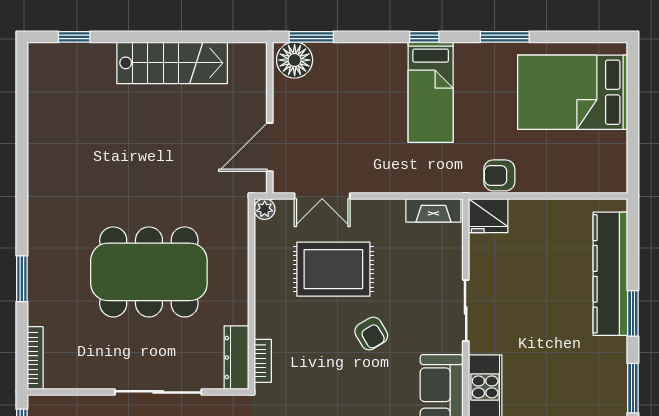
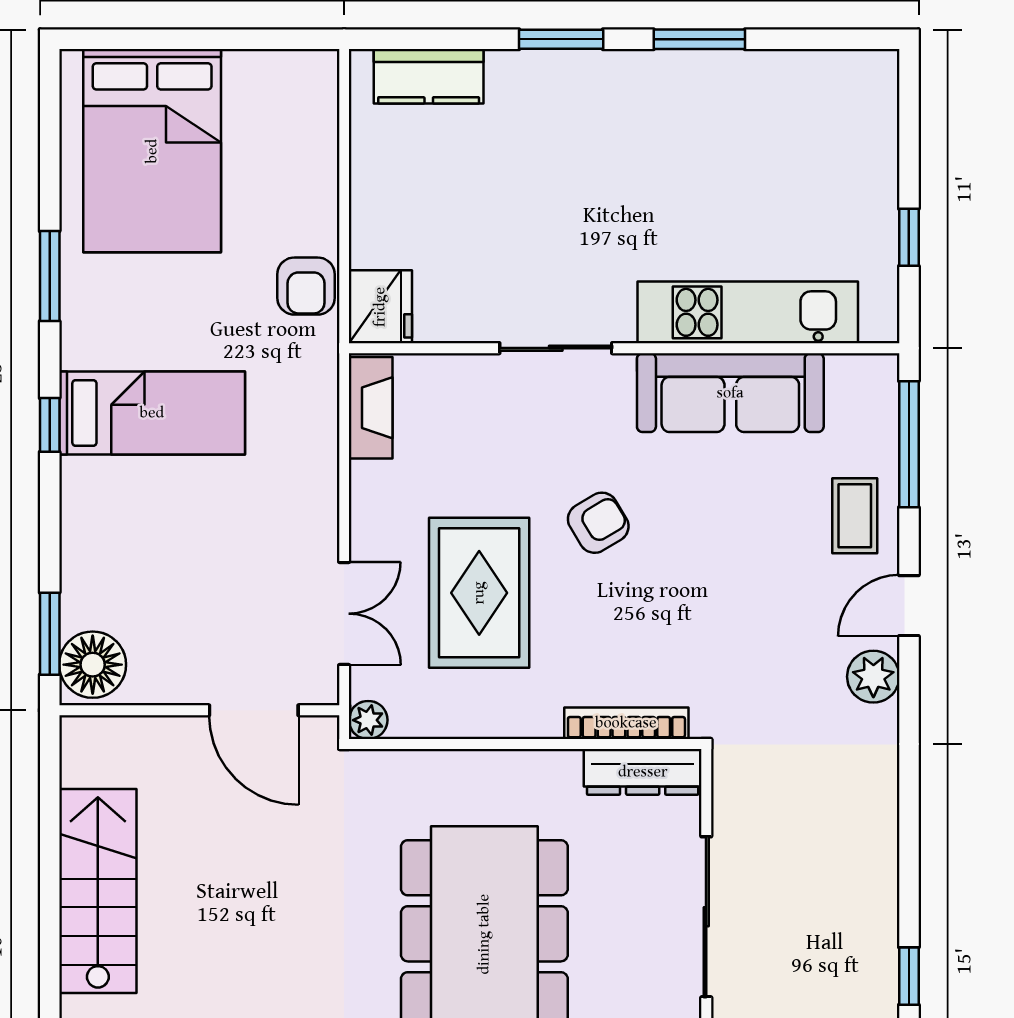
kitchen counter: (610, 274) -> (429, 76), width x0.48, depth x0.86
bookcase: (263, 361) -> (626, 723), width x1.56

